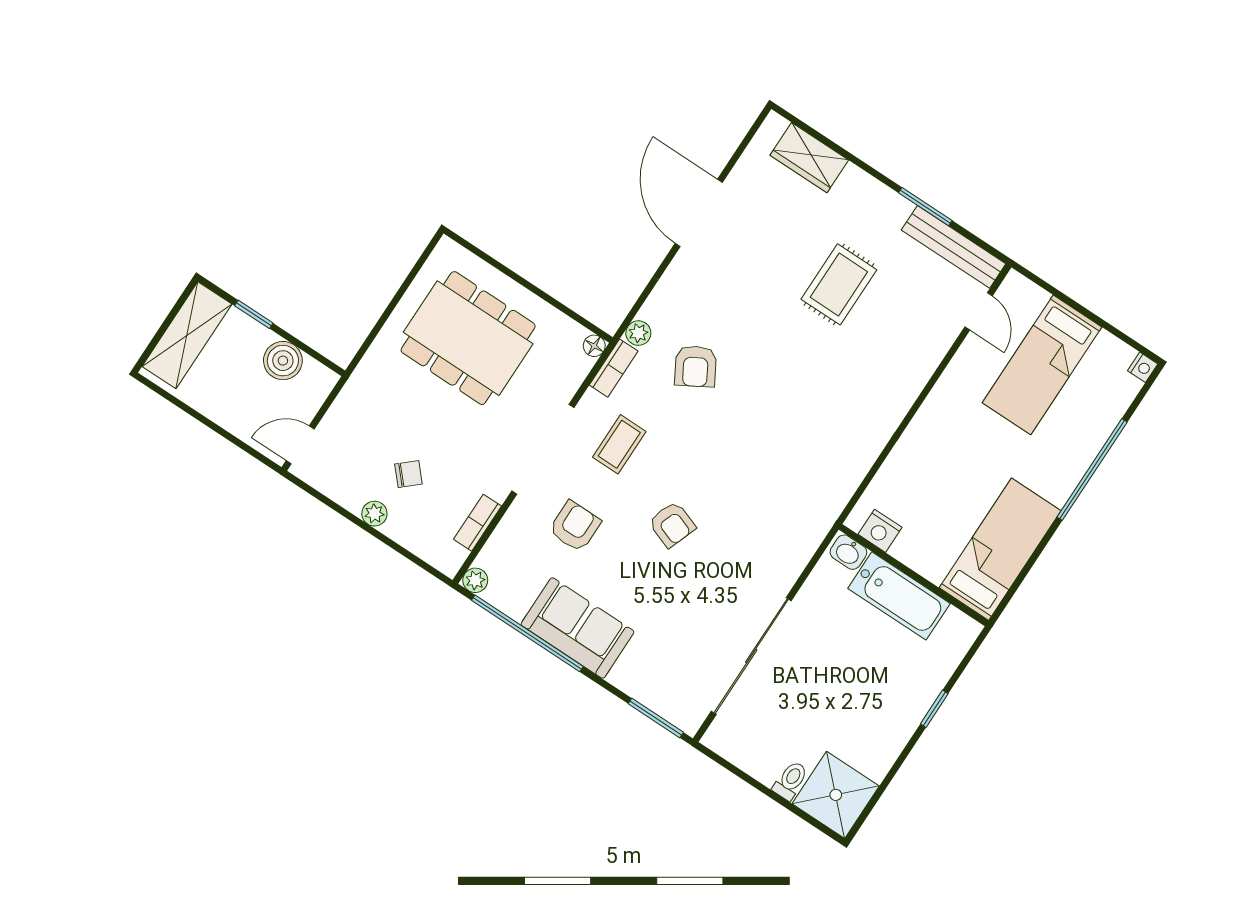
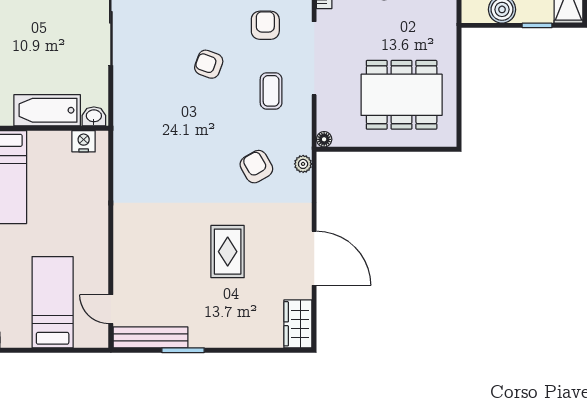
wardrobe: (809, 158) -> (298, 324), moved, turned -90
rug: (839, 284) -> (228, 252), moved
bookcase: (614, 368) -> (304, 134), removed
armchair: (575, 526) -> (265, 25), turned 180

